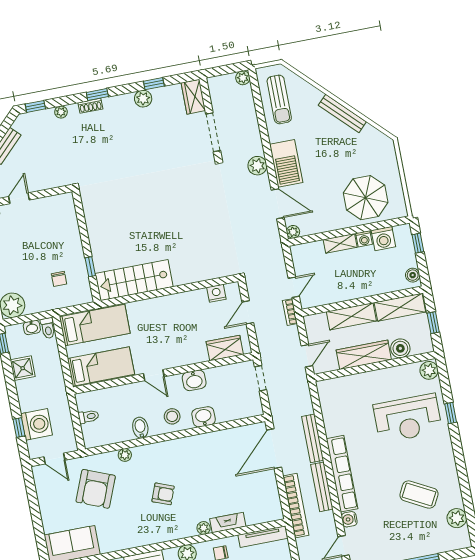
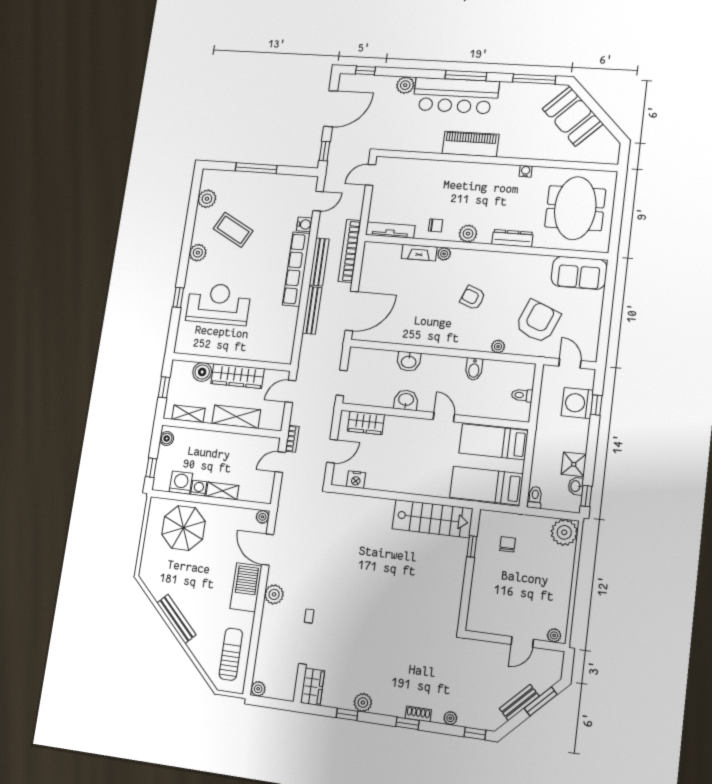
shelving: (400, 307) -> (189, 414), width x0.67, depth x0.75
washbasin: (32, 328) -> (576, 486), moved, turned -90
plant: (429, 370) -> (198, 253), moved
stool: (172, 416) -> (439, 371), removed

